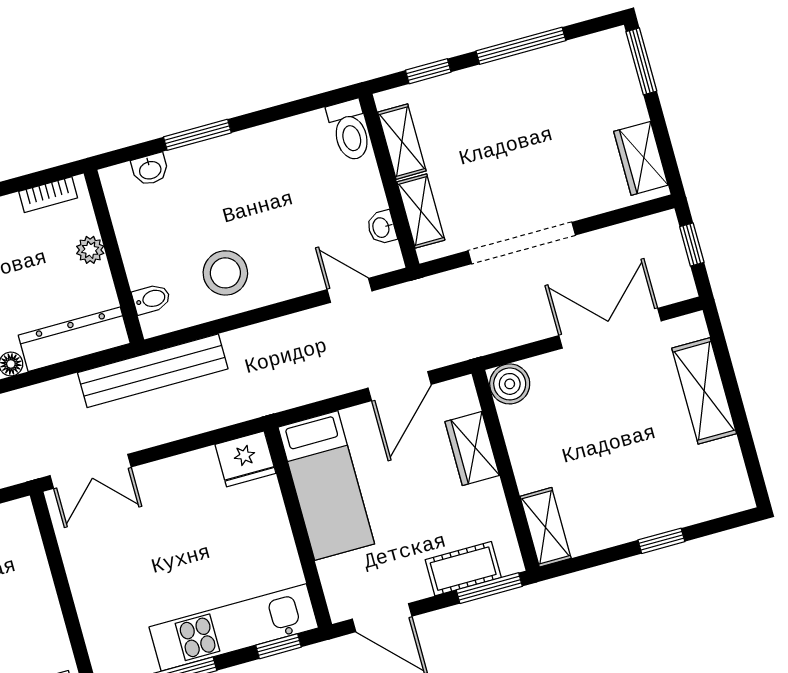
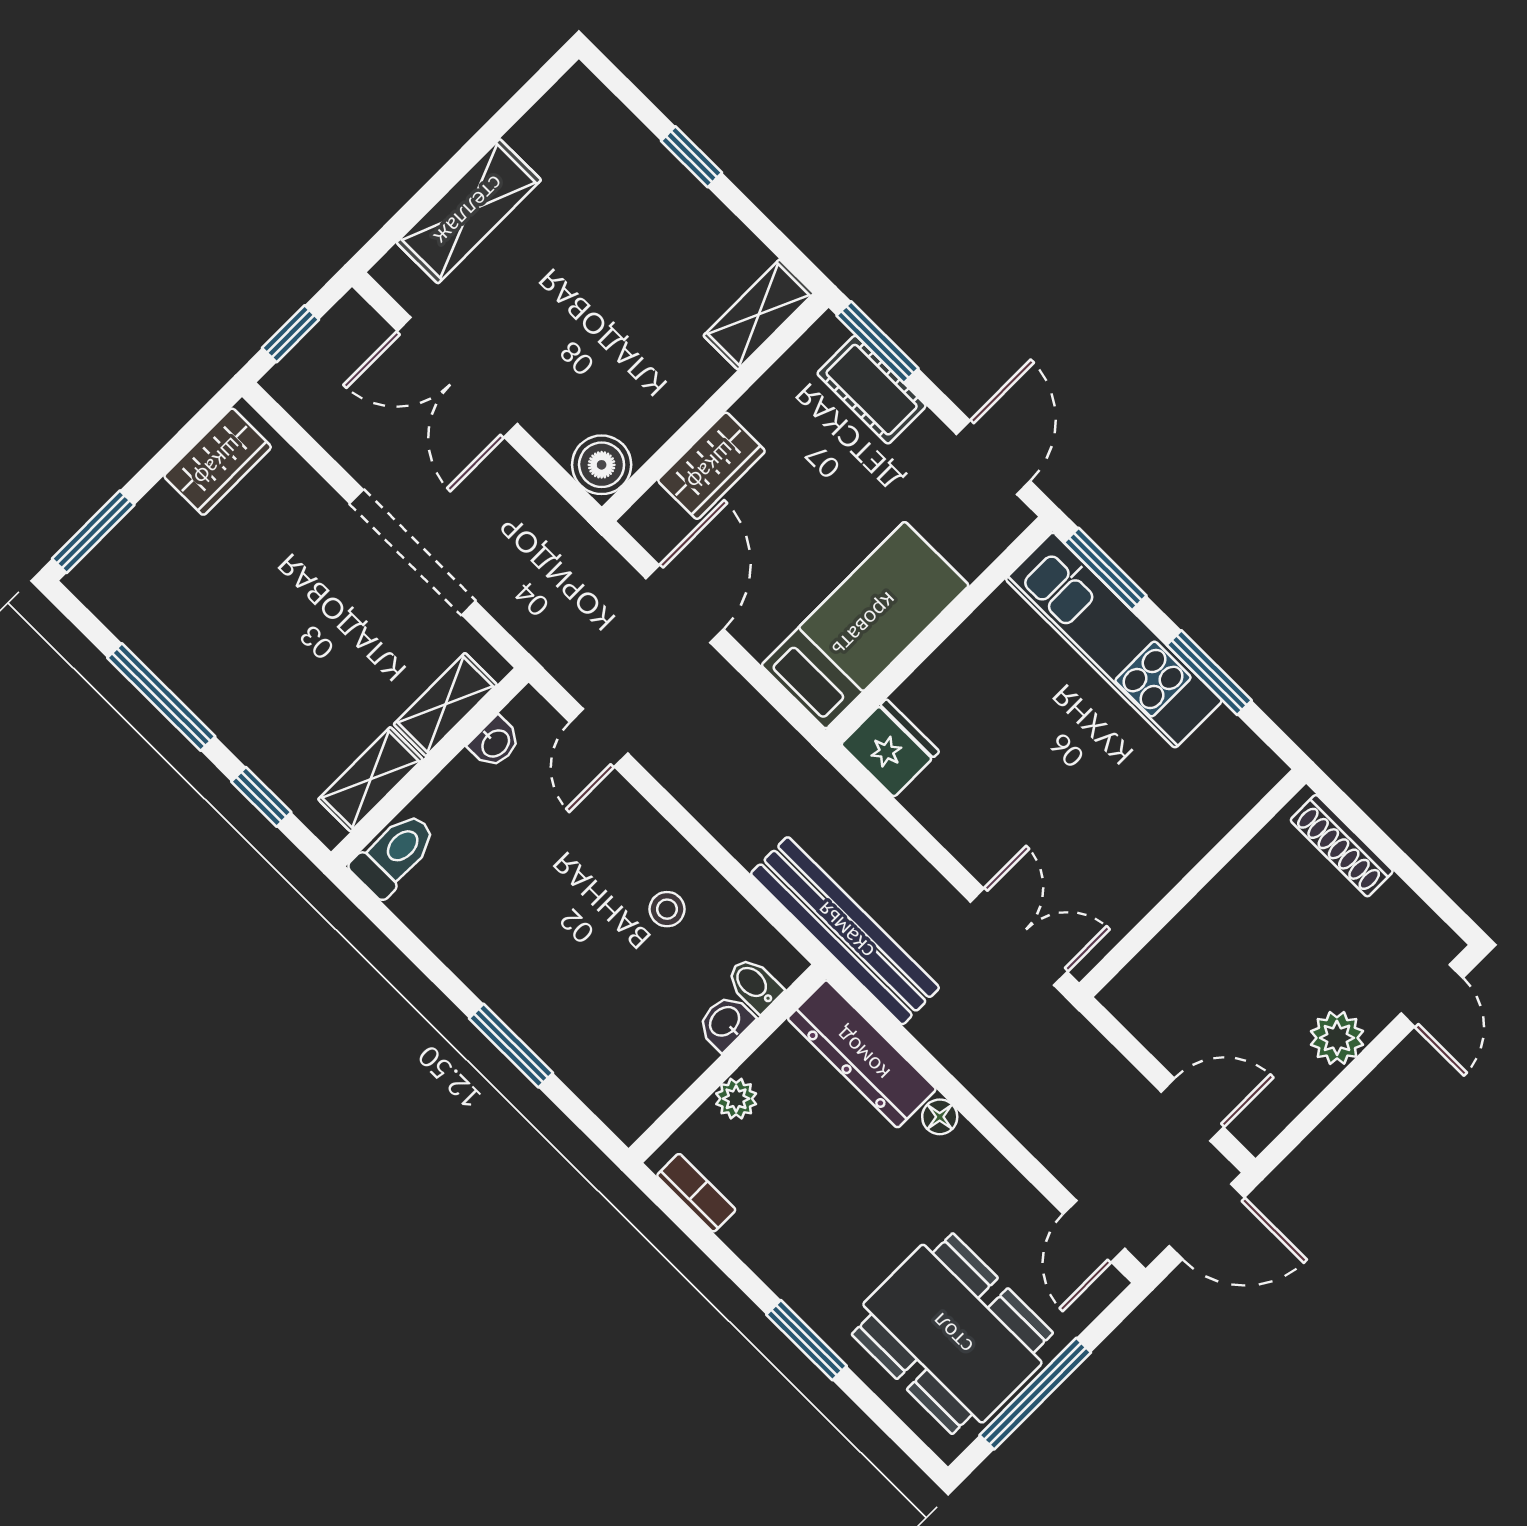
washbasin: (150, 169) -> (725, 1022), moved, turned -90
stool: (225, 273) -> (667, 909), width x0.53, depth x0.53
door: (400, 386) -> (685, 604), hinge flipped
window: (279, 646) -> (1105, 569), width x1.50

